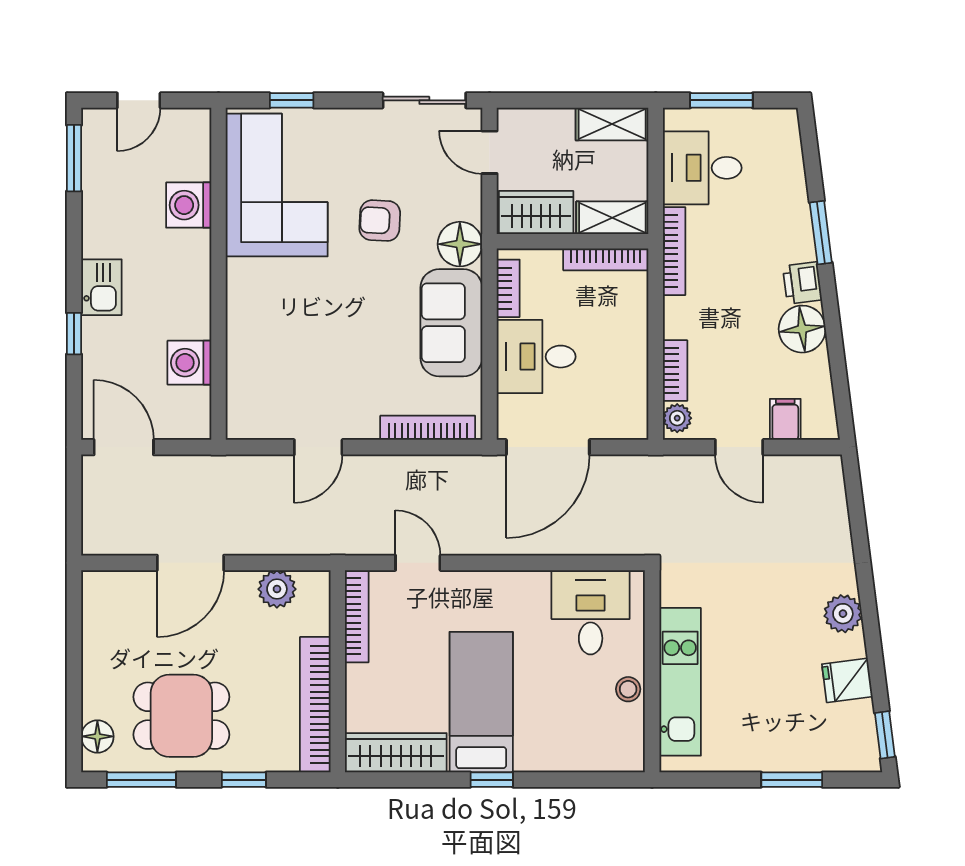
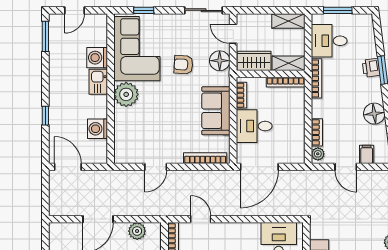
floor lamp: (460, 244) -> (220, 61), moved
printer: (802, 283) -> (371, 68), moved
kitchen sink: (101, 287) -> (98, 82), moved, turned 180
plant: (253, 287) -> (126, 94), added

